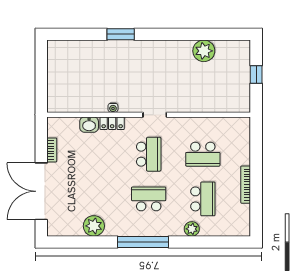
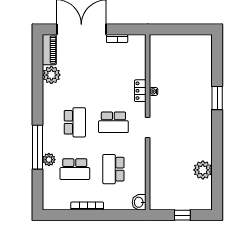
washbasin: (89, 125) -> (139, 202), moved
piano: (65, 228) -> (49, 50), added
window: (143, 242) -> (38, 147), moved

